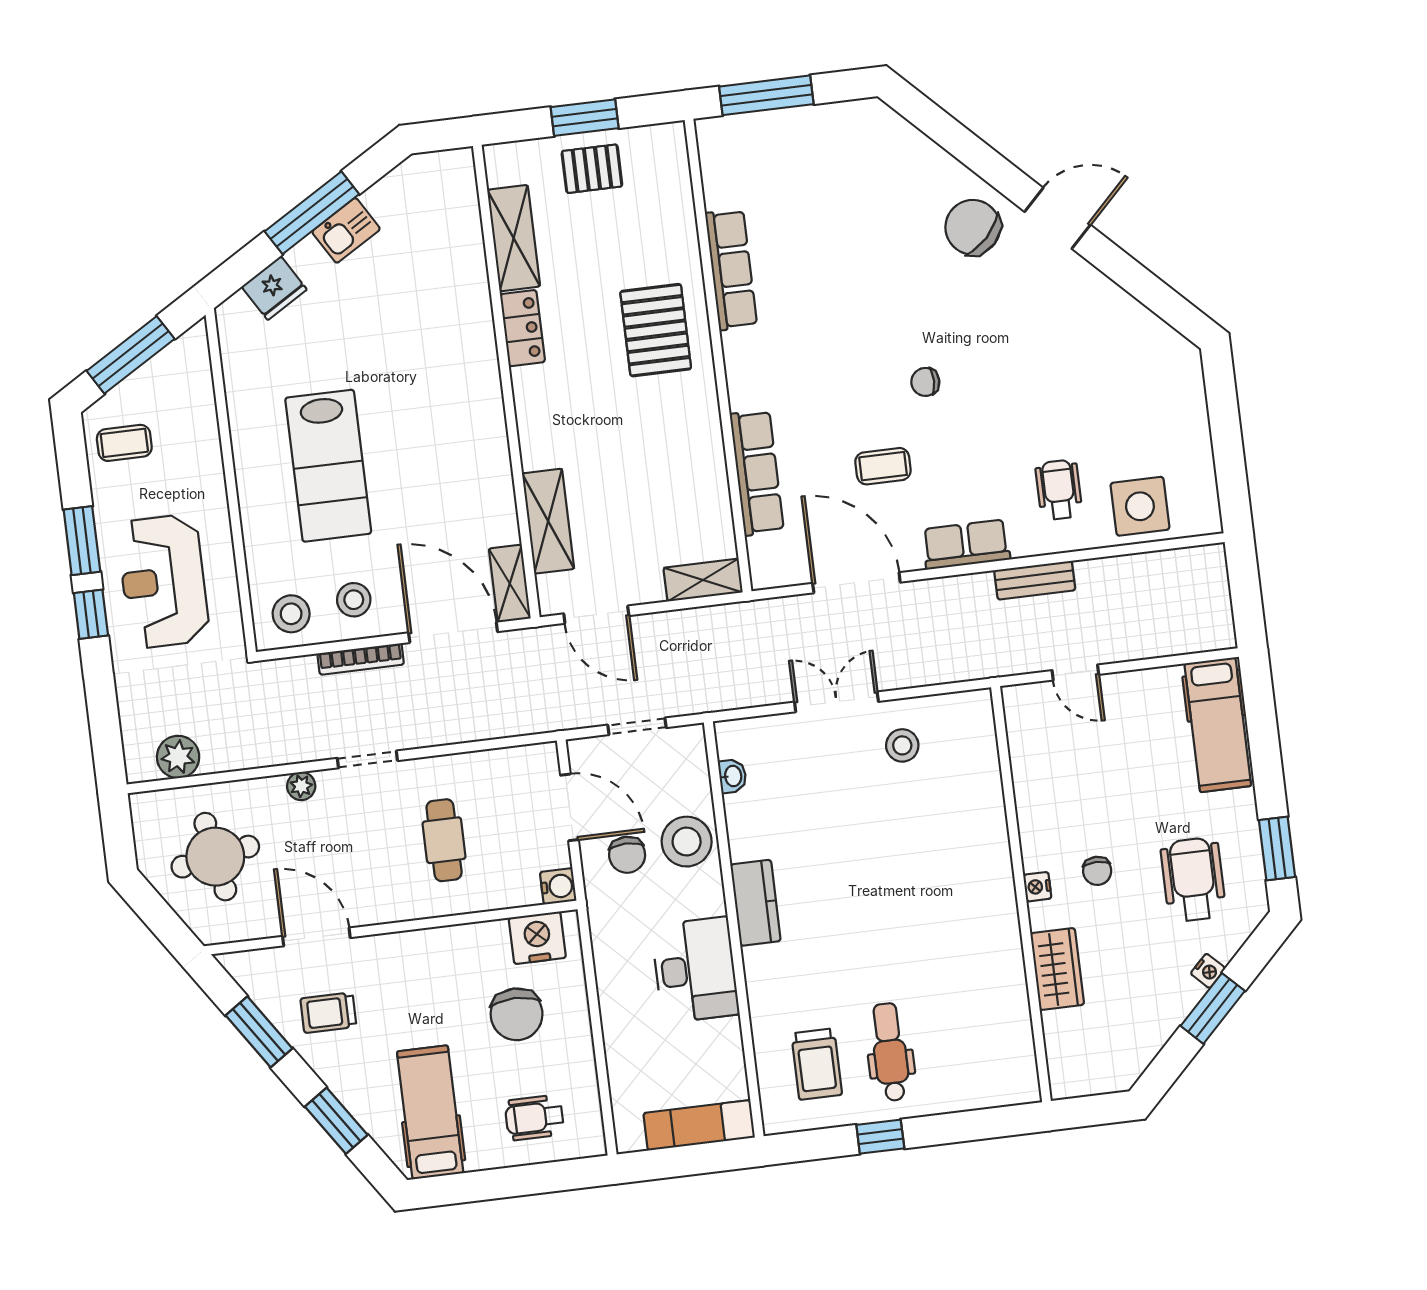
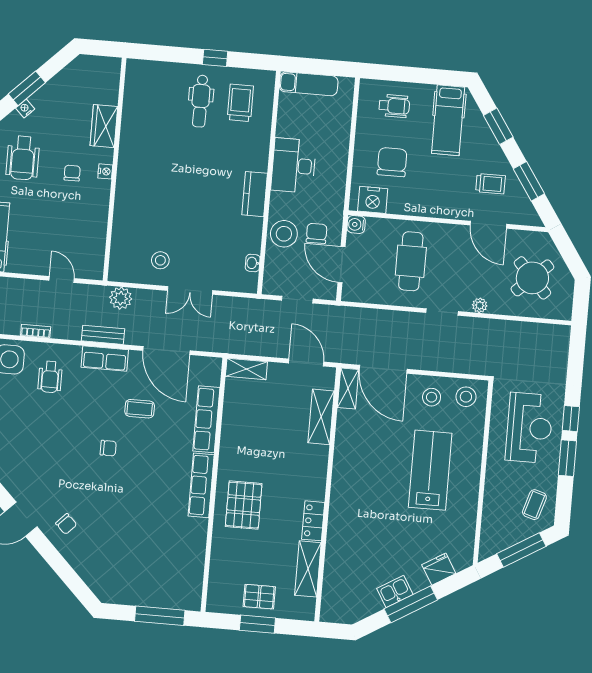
chair: (973, 227) -> (66, 524), width x0.54, depth x0.54
row of seats: (731, 270) -> (201, 485), moved
coffee table: (124, 443) -> (534, 505), turned -73
bench: (1035, 580) -> (103, 335), moved
bookcase: (361, 659) -> (36, 331), moved, width x0.64
plant: (178, 757) -> (121, 298), moved
cafe table: (444, 840) -> (411, 261), width x1.37, depth x1.35
round table: (215, 857) -> (532, 278), turned -33

